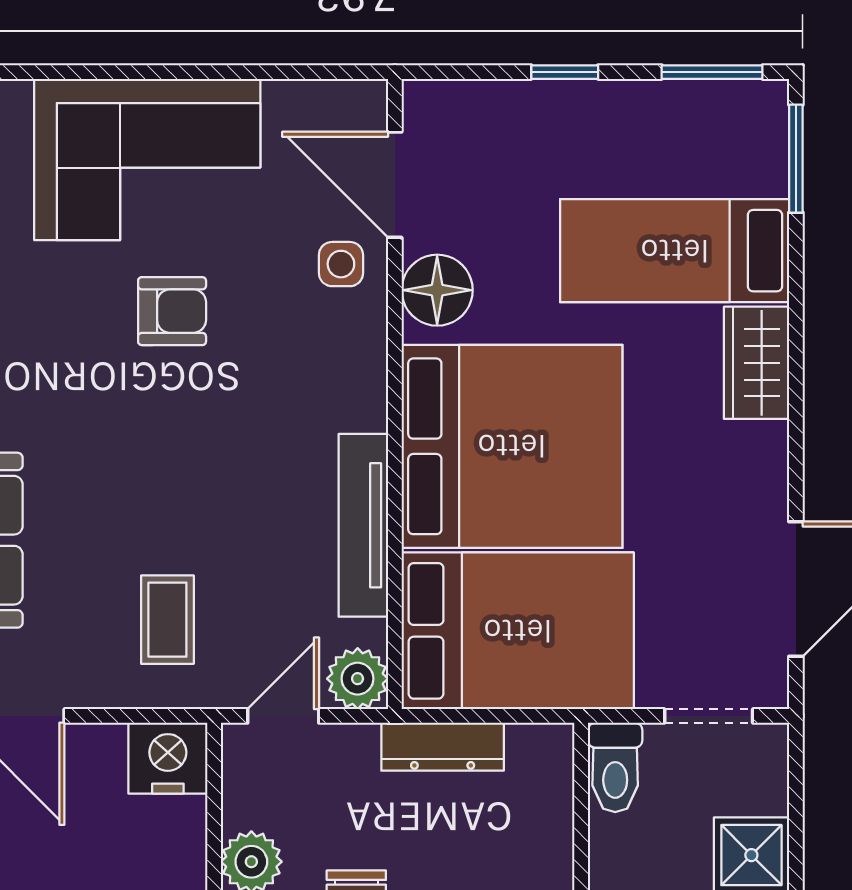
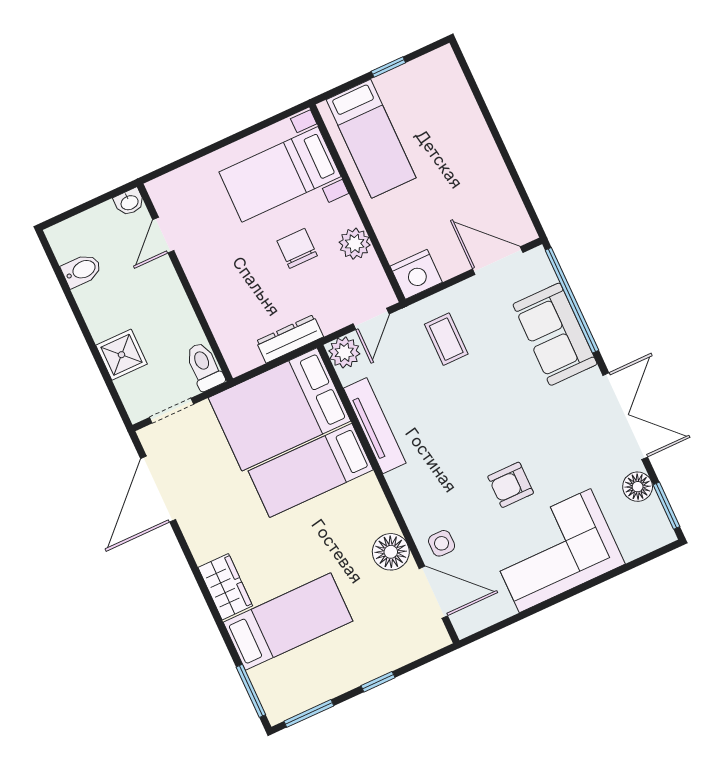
bed: (512, 446) -> (311, 470), width x0.49

